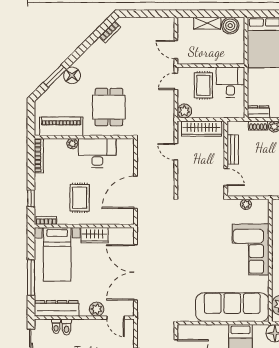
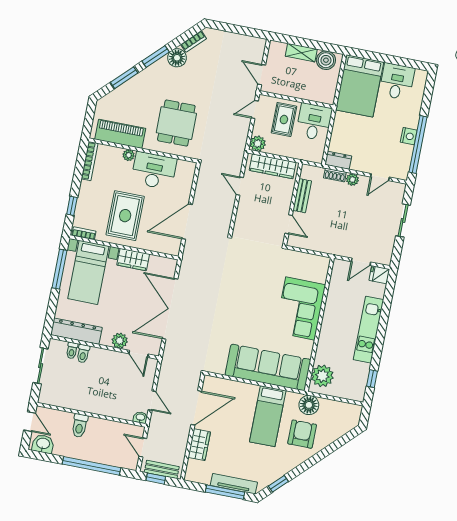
window: (79, 52) -> (156, 56), added
floor lamp: (72, 75) -> (177, 58), moved
rug: (80, 198) -> (125, 216), width x1.36, depth x1.43
plant: (246, 204) -> (305, 258), removed
window: (31, 278) -> (60, 269), moved

